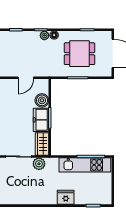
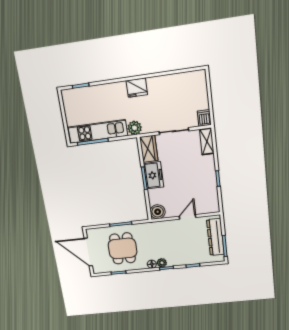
dining table: (79, 54) -> (123, 248), turned 90
door: (26, 78) -> (188, 217), moved
boiler: (42, 100) -> (158, 212), moved
plant: (39, 164) -> (135, 128), moved
fridge: (66, 197) -> (137, 88), moved

